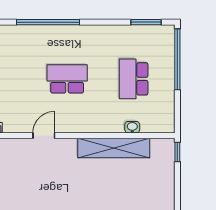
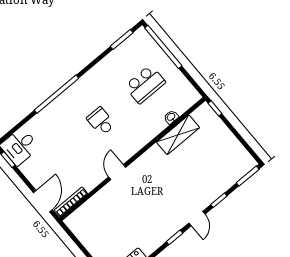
school desk: (67, 79) -> (101, 121), width x0.54
school desk: (134, 79) -> (145, 84), turned -90
shelving: (114, 148) -> (178, 135), width x0.68

